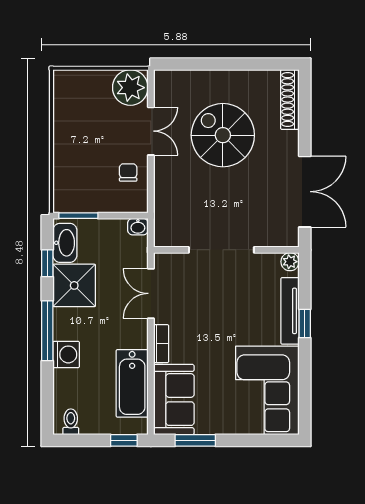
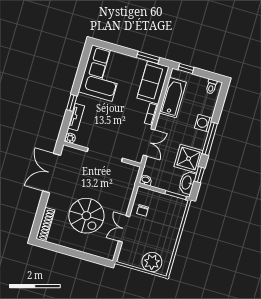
plant: (130, 88) -> (152, 262), moved
tv unit: (290, 311) -> (76, 117), width x0.71

